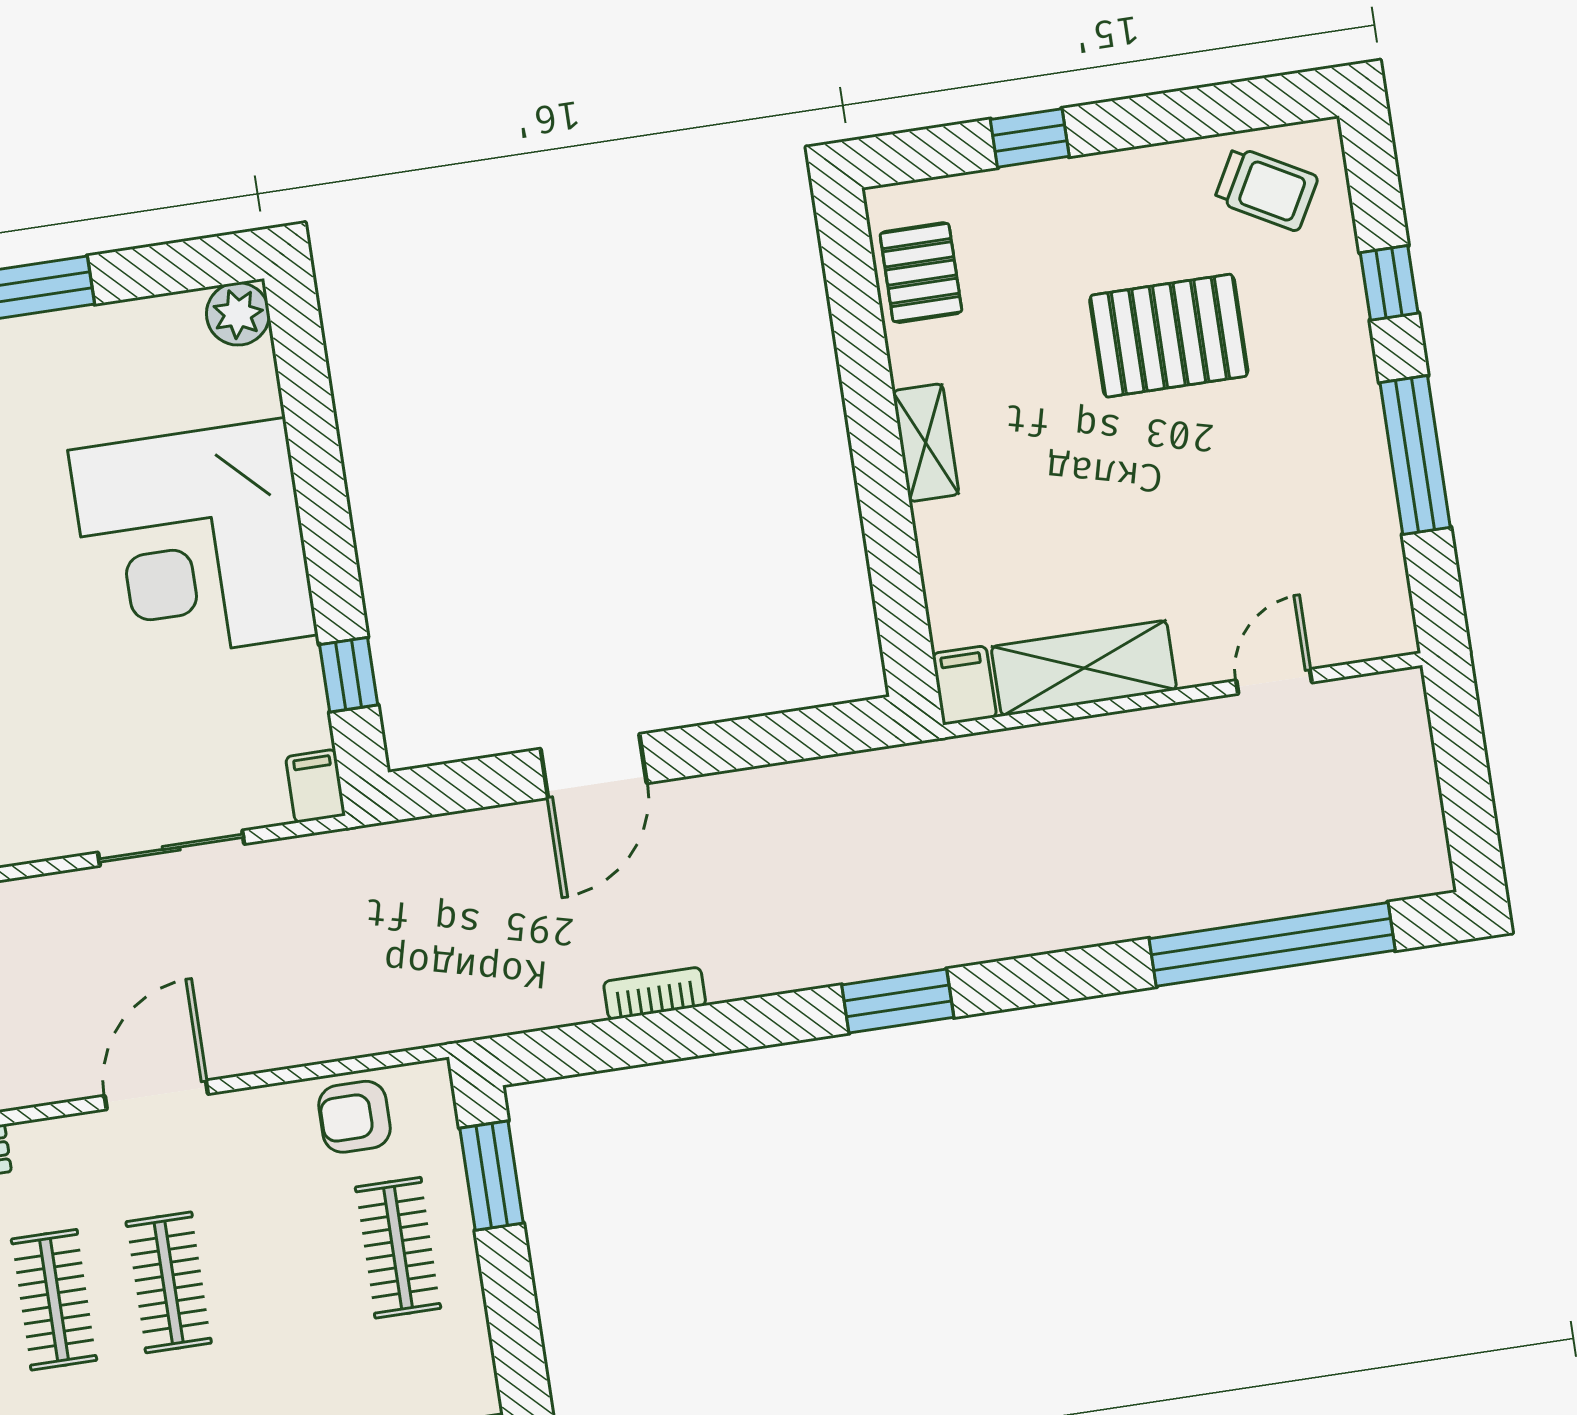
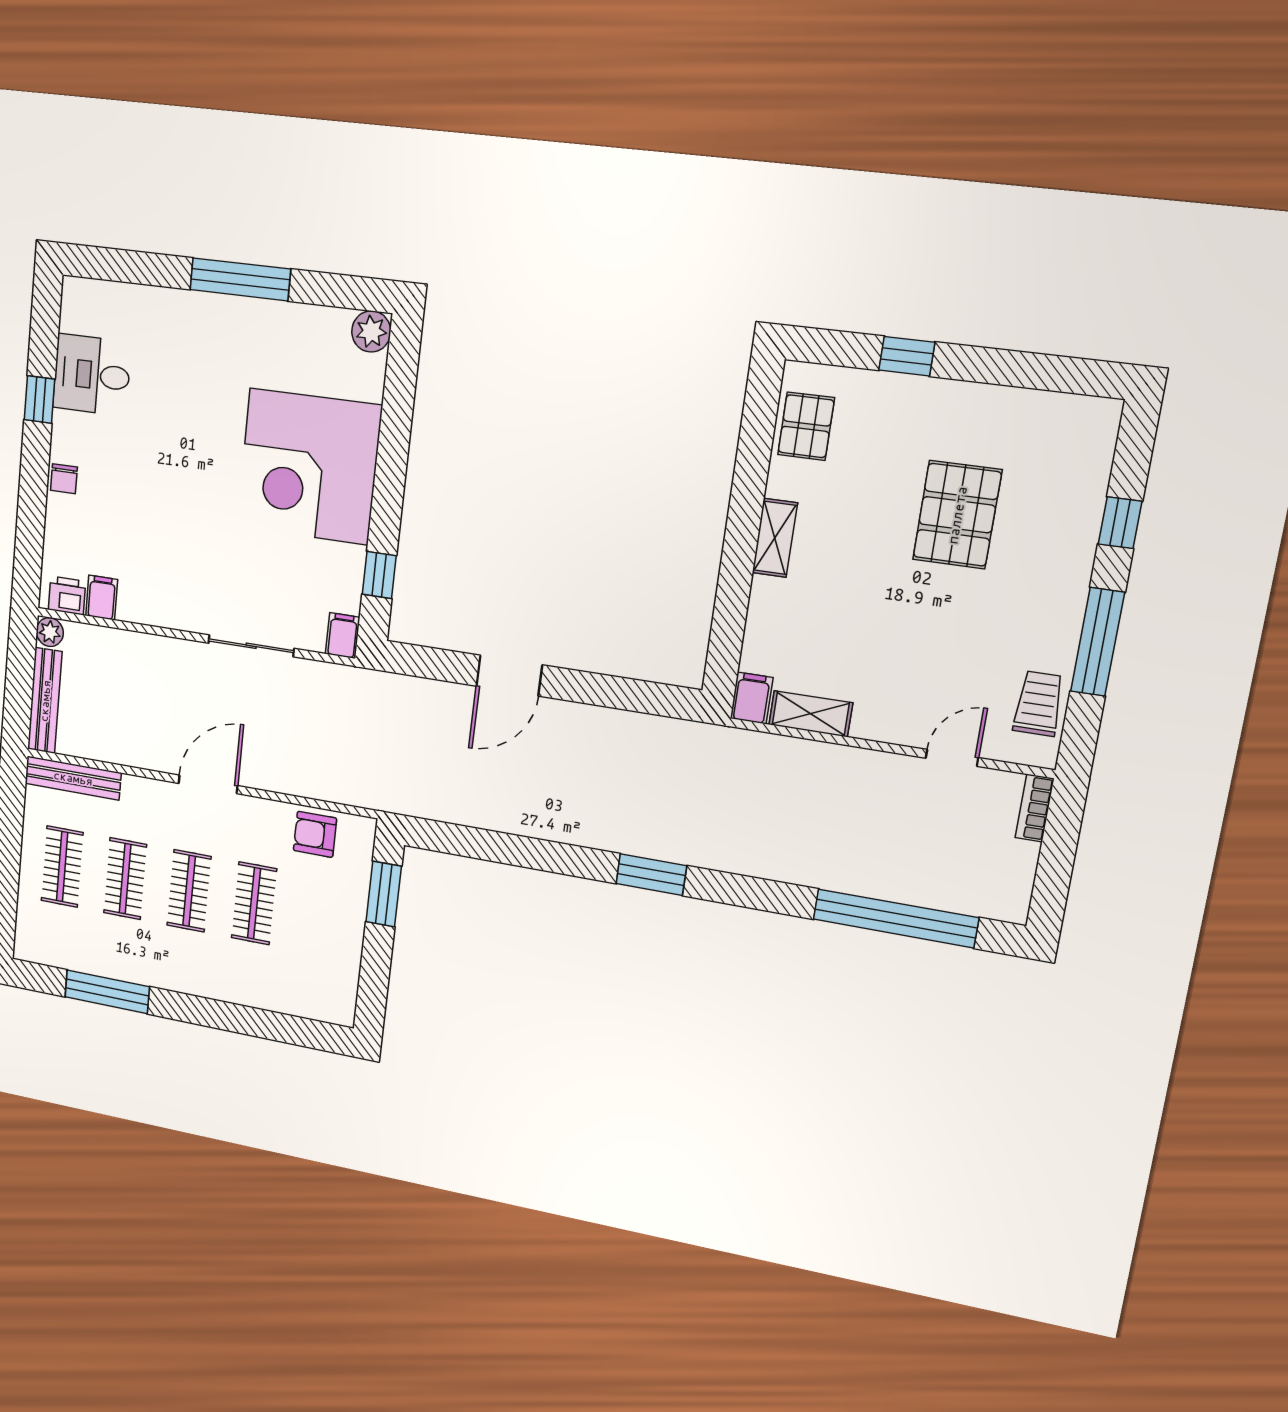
trolley: (1266, 189) -> (1039, 704), moved, turned -119
pallet: (1169, 336) -> (957, 515), turned 90
shelving: (1084, 668) -> (811, 714), width x0.67, depth x0.75
bookcase: (655, 993) -> (1035, 808), moved, turned -90
clothes rail: (398, 1248) -> (254, 903), moved

